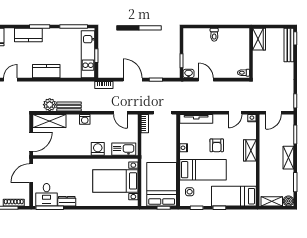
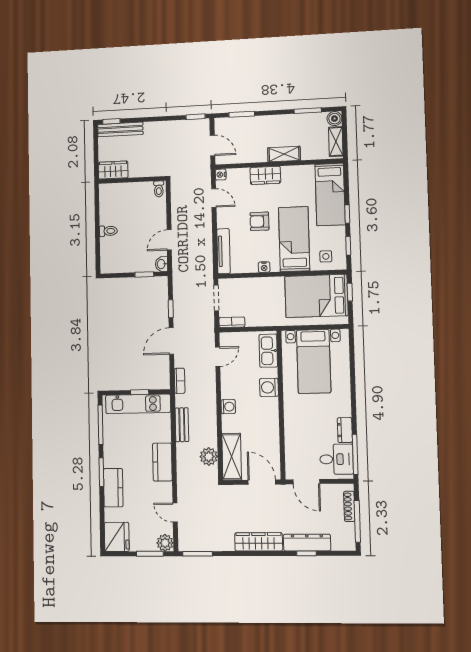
bench: (69, 106) -> (182, 425), moved
armchair: (217, 145) -> (259, 221), turned 180
shelving: (288, 158) -> (284, 154), moved

